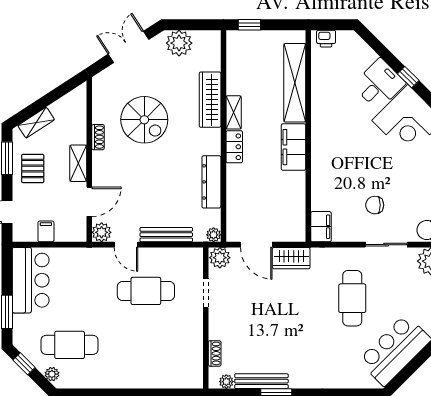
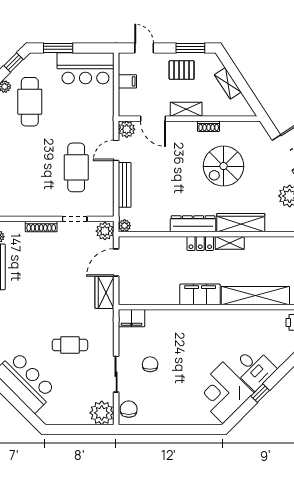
shelving: (36, 123) -> (228, 83), moved
dresser: (211, 182) -> (193, 224), moved
cafe table: (352, 298) -> (70, 345), width x0.73, depth x0.74
shoe rack: (215, 353) -> (41, 227), moved, width x1.43

